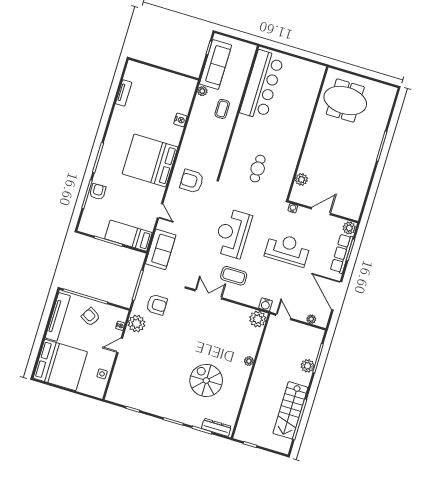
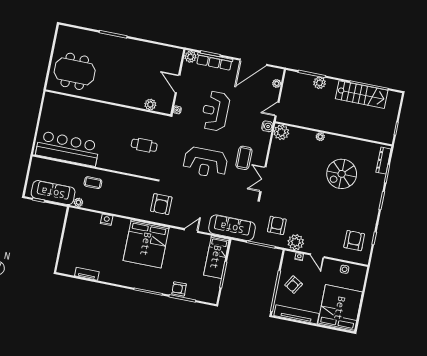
meeting table: (345, 100) -> (75, 71), turned 90
sofa: (161, 249) -> (232, 228), width x1.36
armchair: (132, 387) -> (354, 241), added

